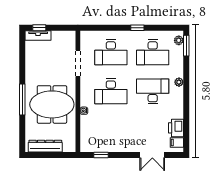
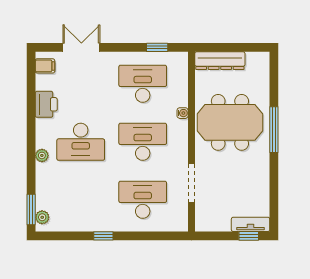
desk: (153, 52) -> (143, 84), moved
printer: (176, 128) -> (46, 104), moved
dresser: (45, 146) -> (220, 61), moved

